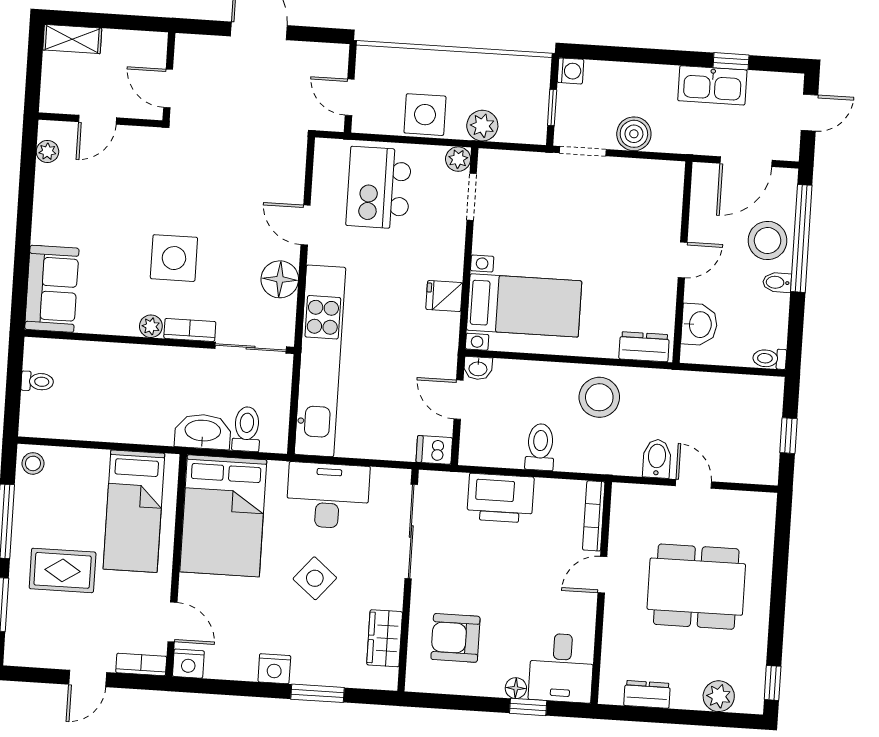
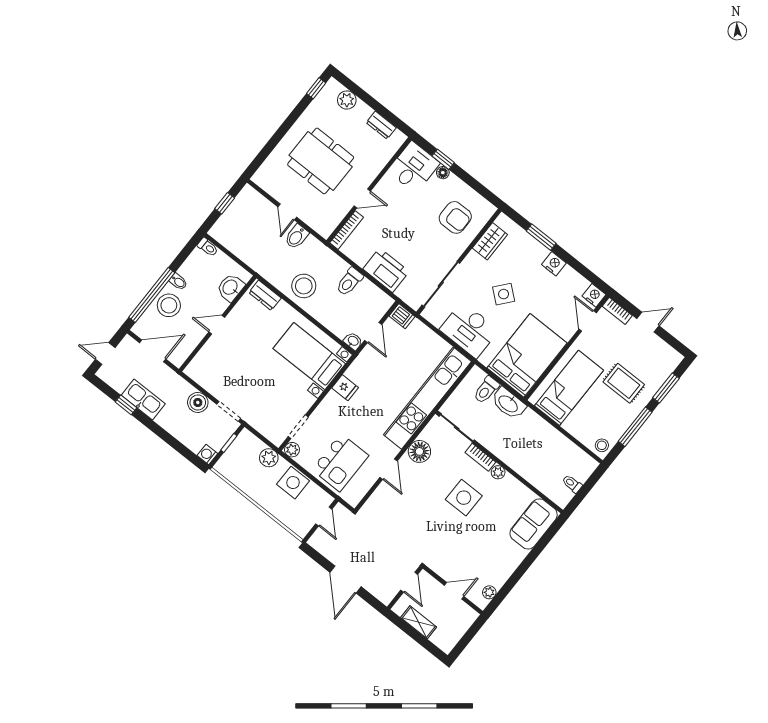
shelving: (72, 39) -> (419, 622), moved

